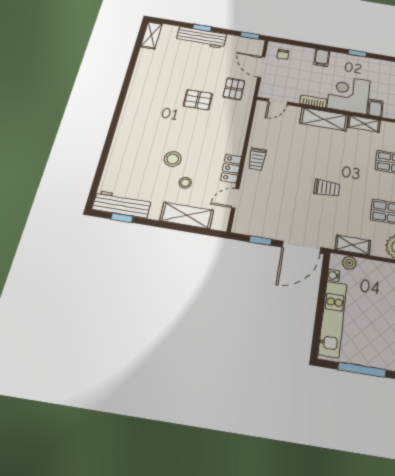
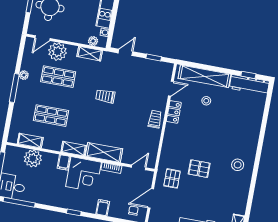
door: (261, 67) -> (151, 198), swing flipped
stool: (173, 159) -> (238, 165), moved
shelving: (187, 215) -> (204, 76), width x1.47
door: (301, 247) -> (125, 52), width x0.53

